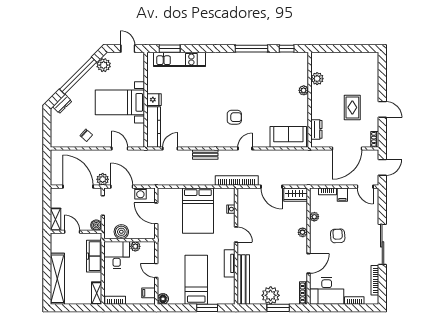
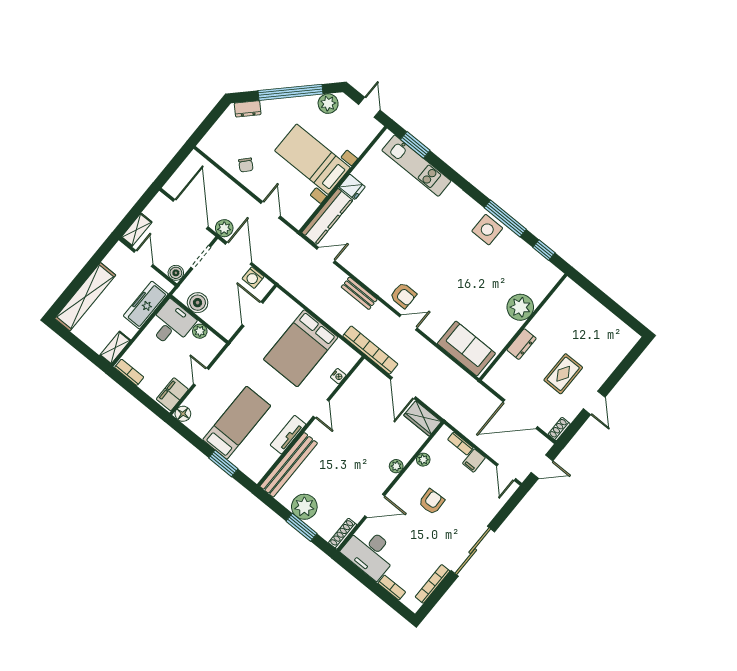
side table: (247, 63) -> (487, 230), added
plant: (317, 79) -> (551, 310), removed
plant: (304, 90) -> (520, 307), width x1.87, depth x1.87
armchair: (234, 117) -> (403, 295), moved
dresser: (316, 129) -> (522, 344), moved
filing cabinet: (148, 293) -> (172, 394), width x2.00

